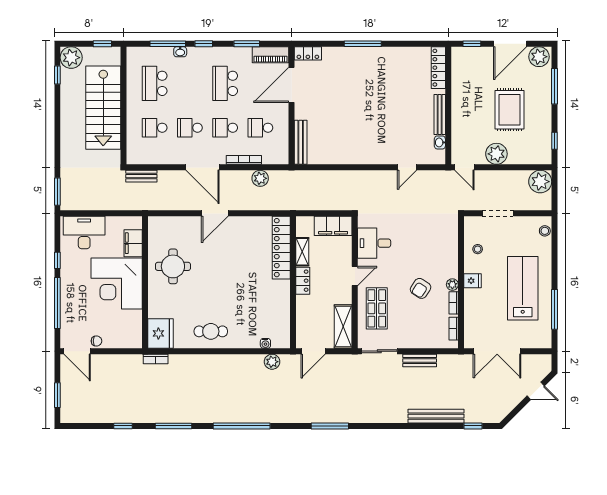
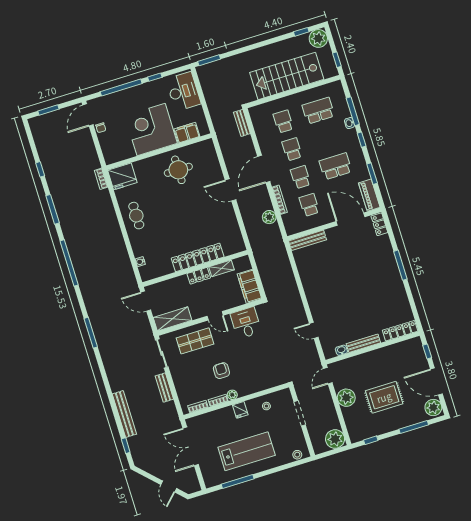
locker: (281, 248) -> (198, 257), moved
armchair: (421, 288) -> (221, 371), turned 57
plant: (272, 362) -> (127, 271), removed

